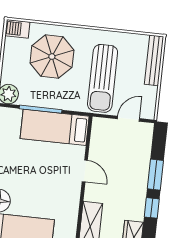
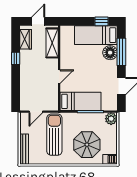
door: (85, 171) -> (59, 77), swing flipped
window: (155, 175) -> (16, 79), removed

